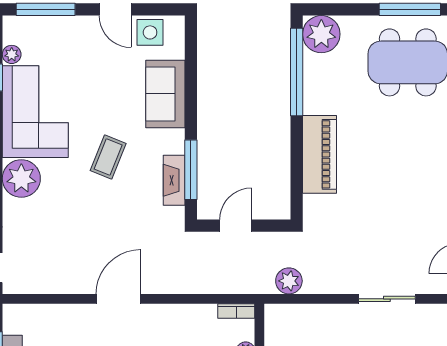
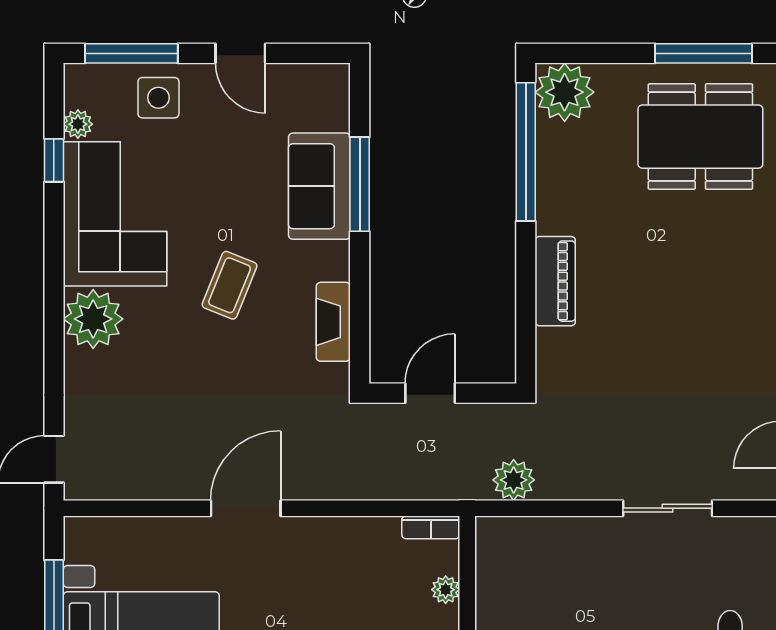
side table: (150, 32) -> (158, 98), moved
piano: (320, 154) -> (555, 281), width x0.73, depth x0.75
window: (191, 170) -> (360, 184), moved

